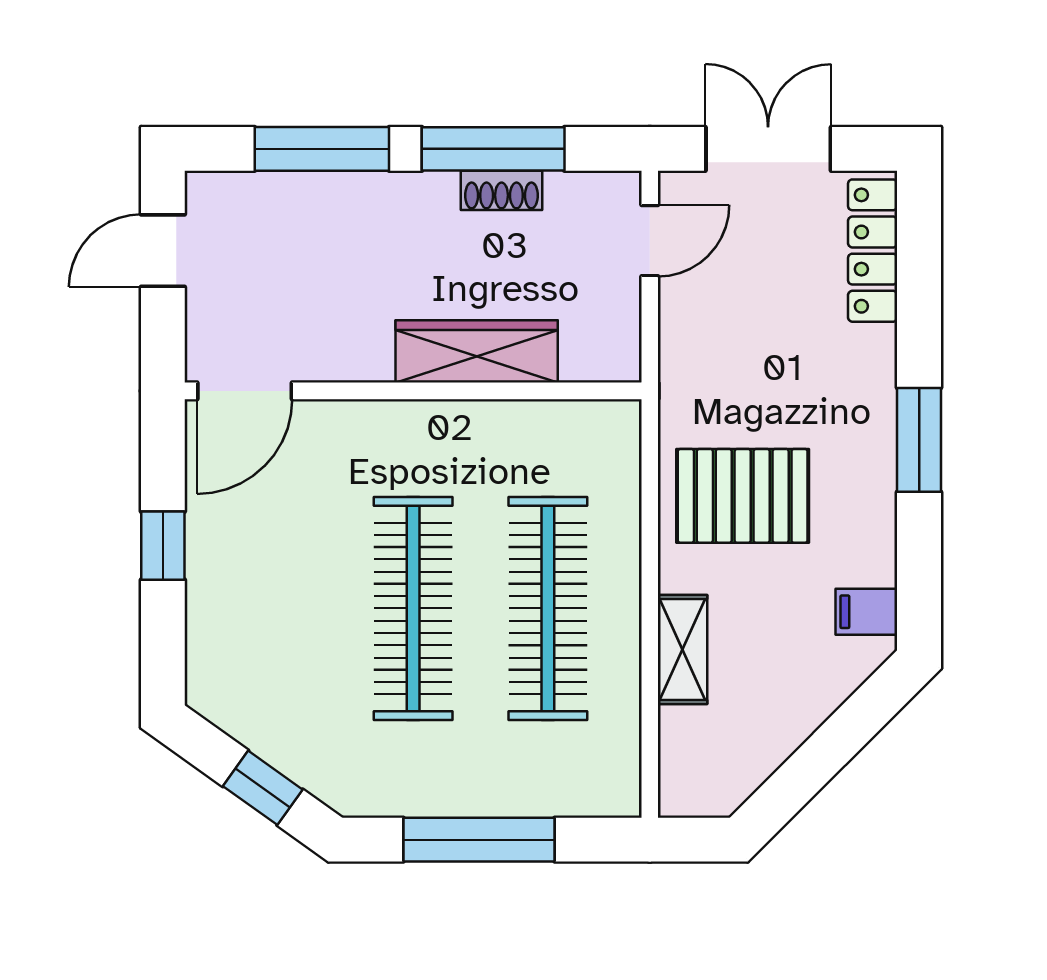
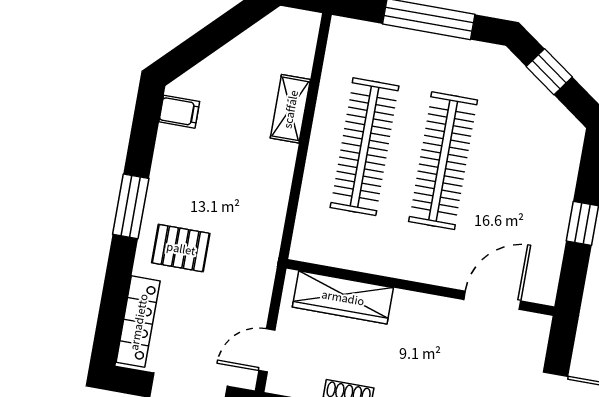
wardrobe: (477, 351) -> (343, 297), moved
door: (245, 391) -> (492, 300), moved
pallet: (743, 496) -> (181, 248), moved, width x0.67, depth x0.71

